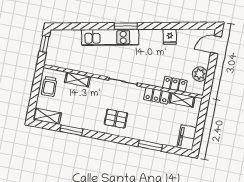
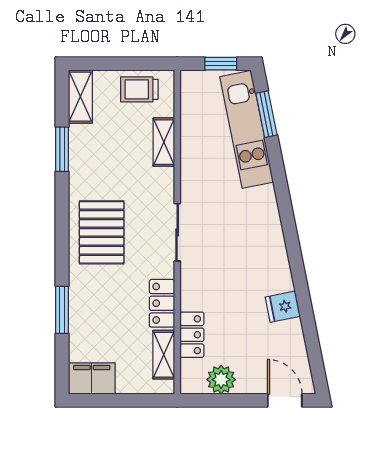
window: (126, 26) -> (266, 114), moved
kitchen unit: (110, 37) -> (247, 129), moved
pallet: (116, 119) -> (102, 232), width x1.50, depth x1.42

